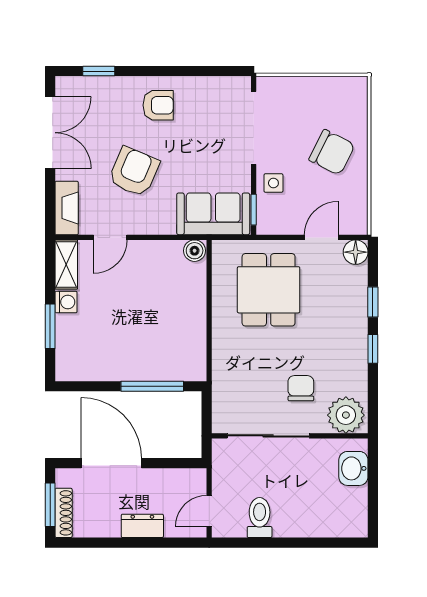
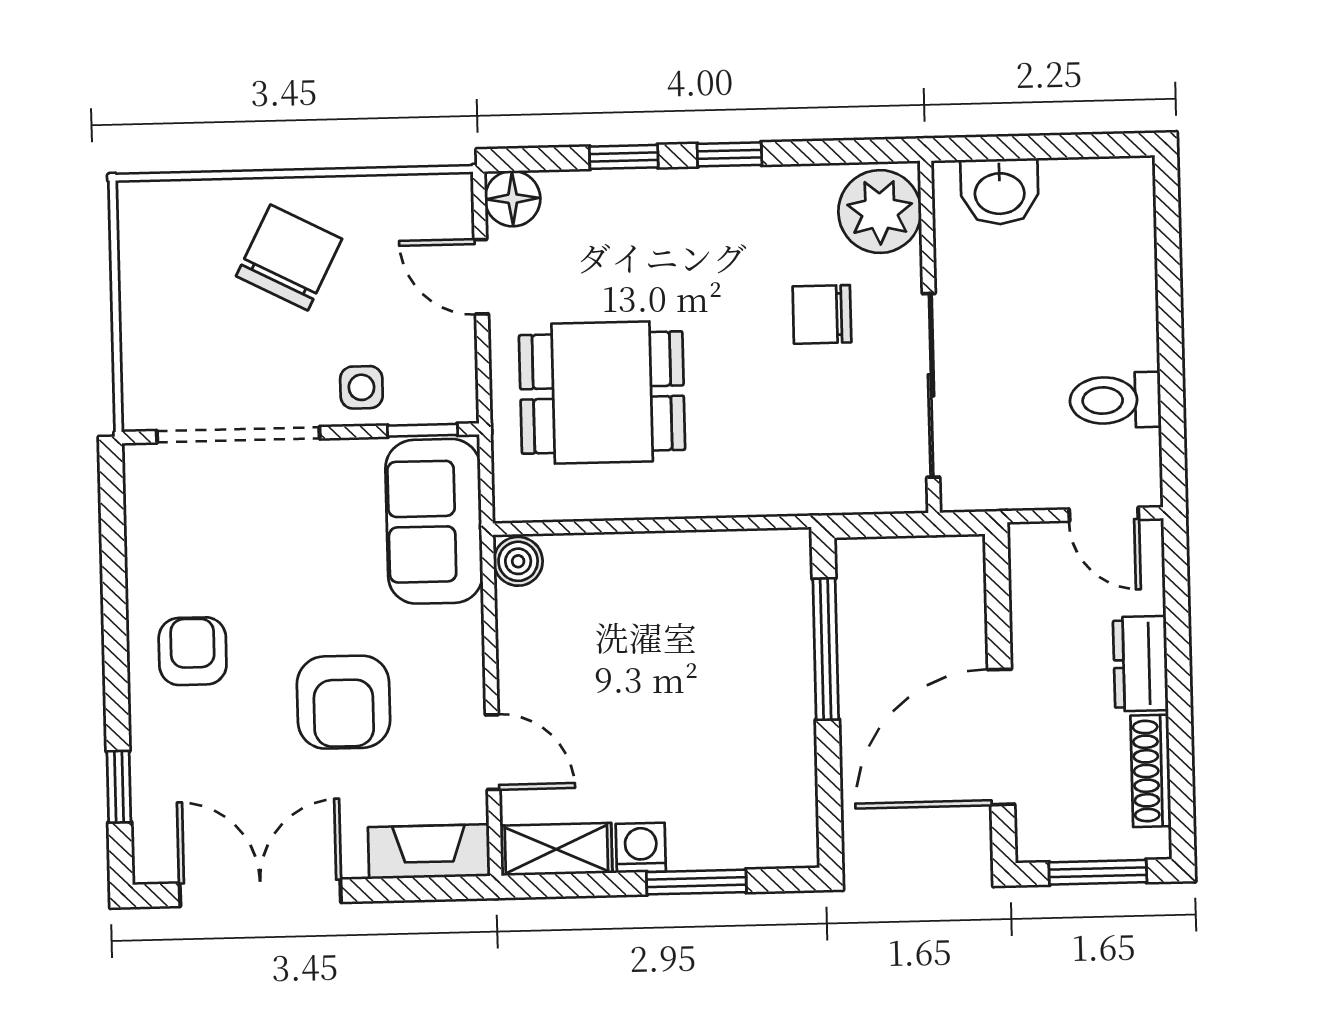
armchair: (134, 172) -> (344, 702), turned -113
shoe rack: (64, 513) -> (1151, 771), moved, turned -90

